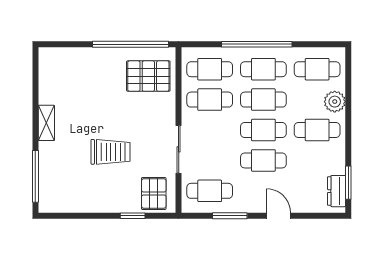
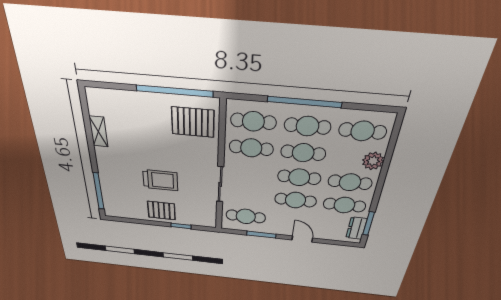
shelving: (46, 123) -> (98, 132), moved
cafe table: (317, 160) -> (344, 205), added
pallet: (154, 193) -> (161, 211), moved, turned 90

